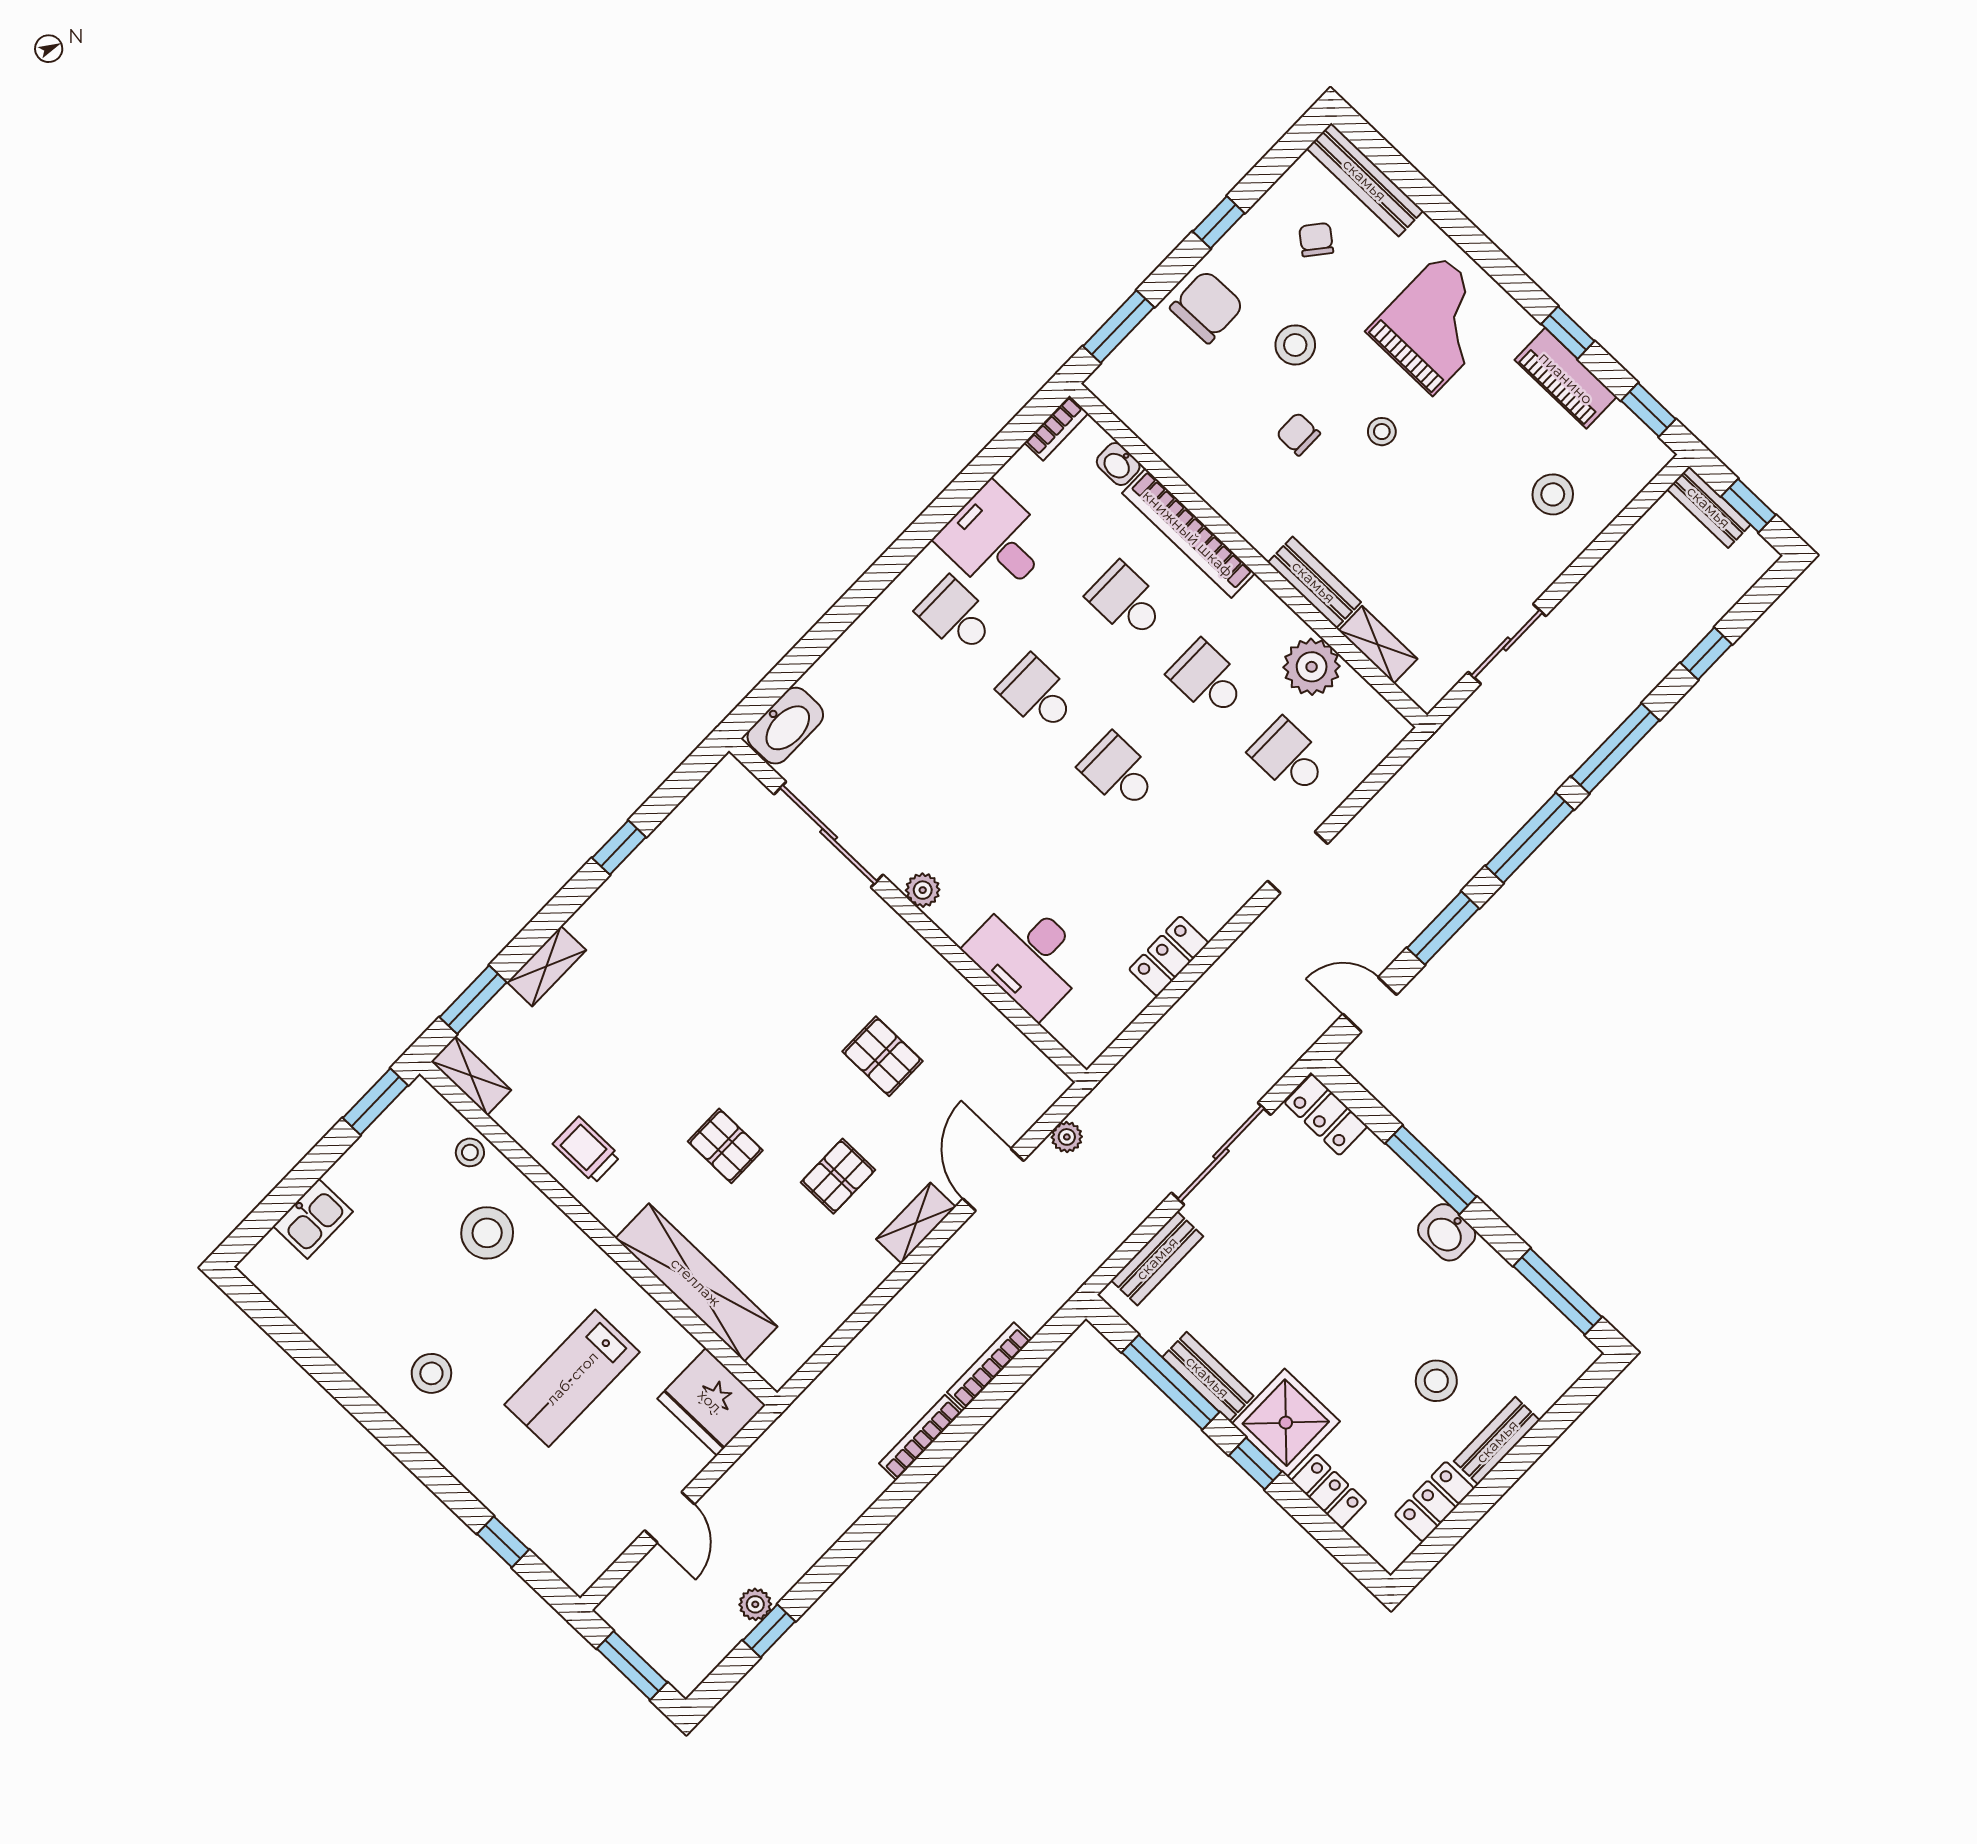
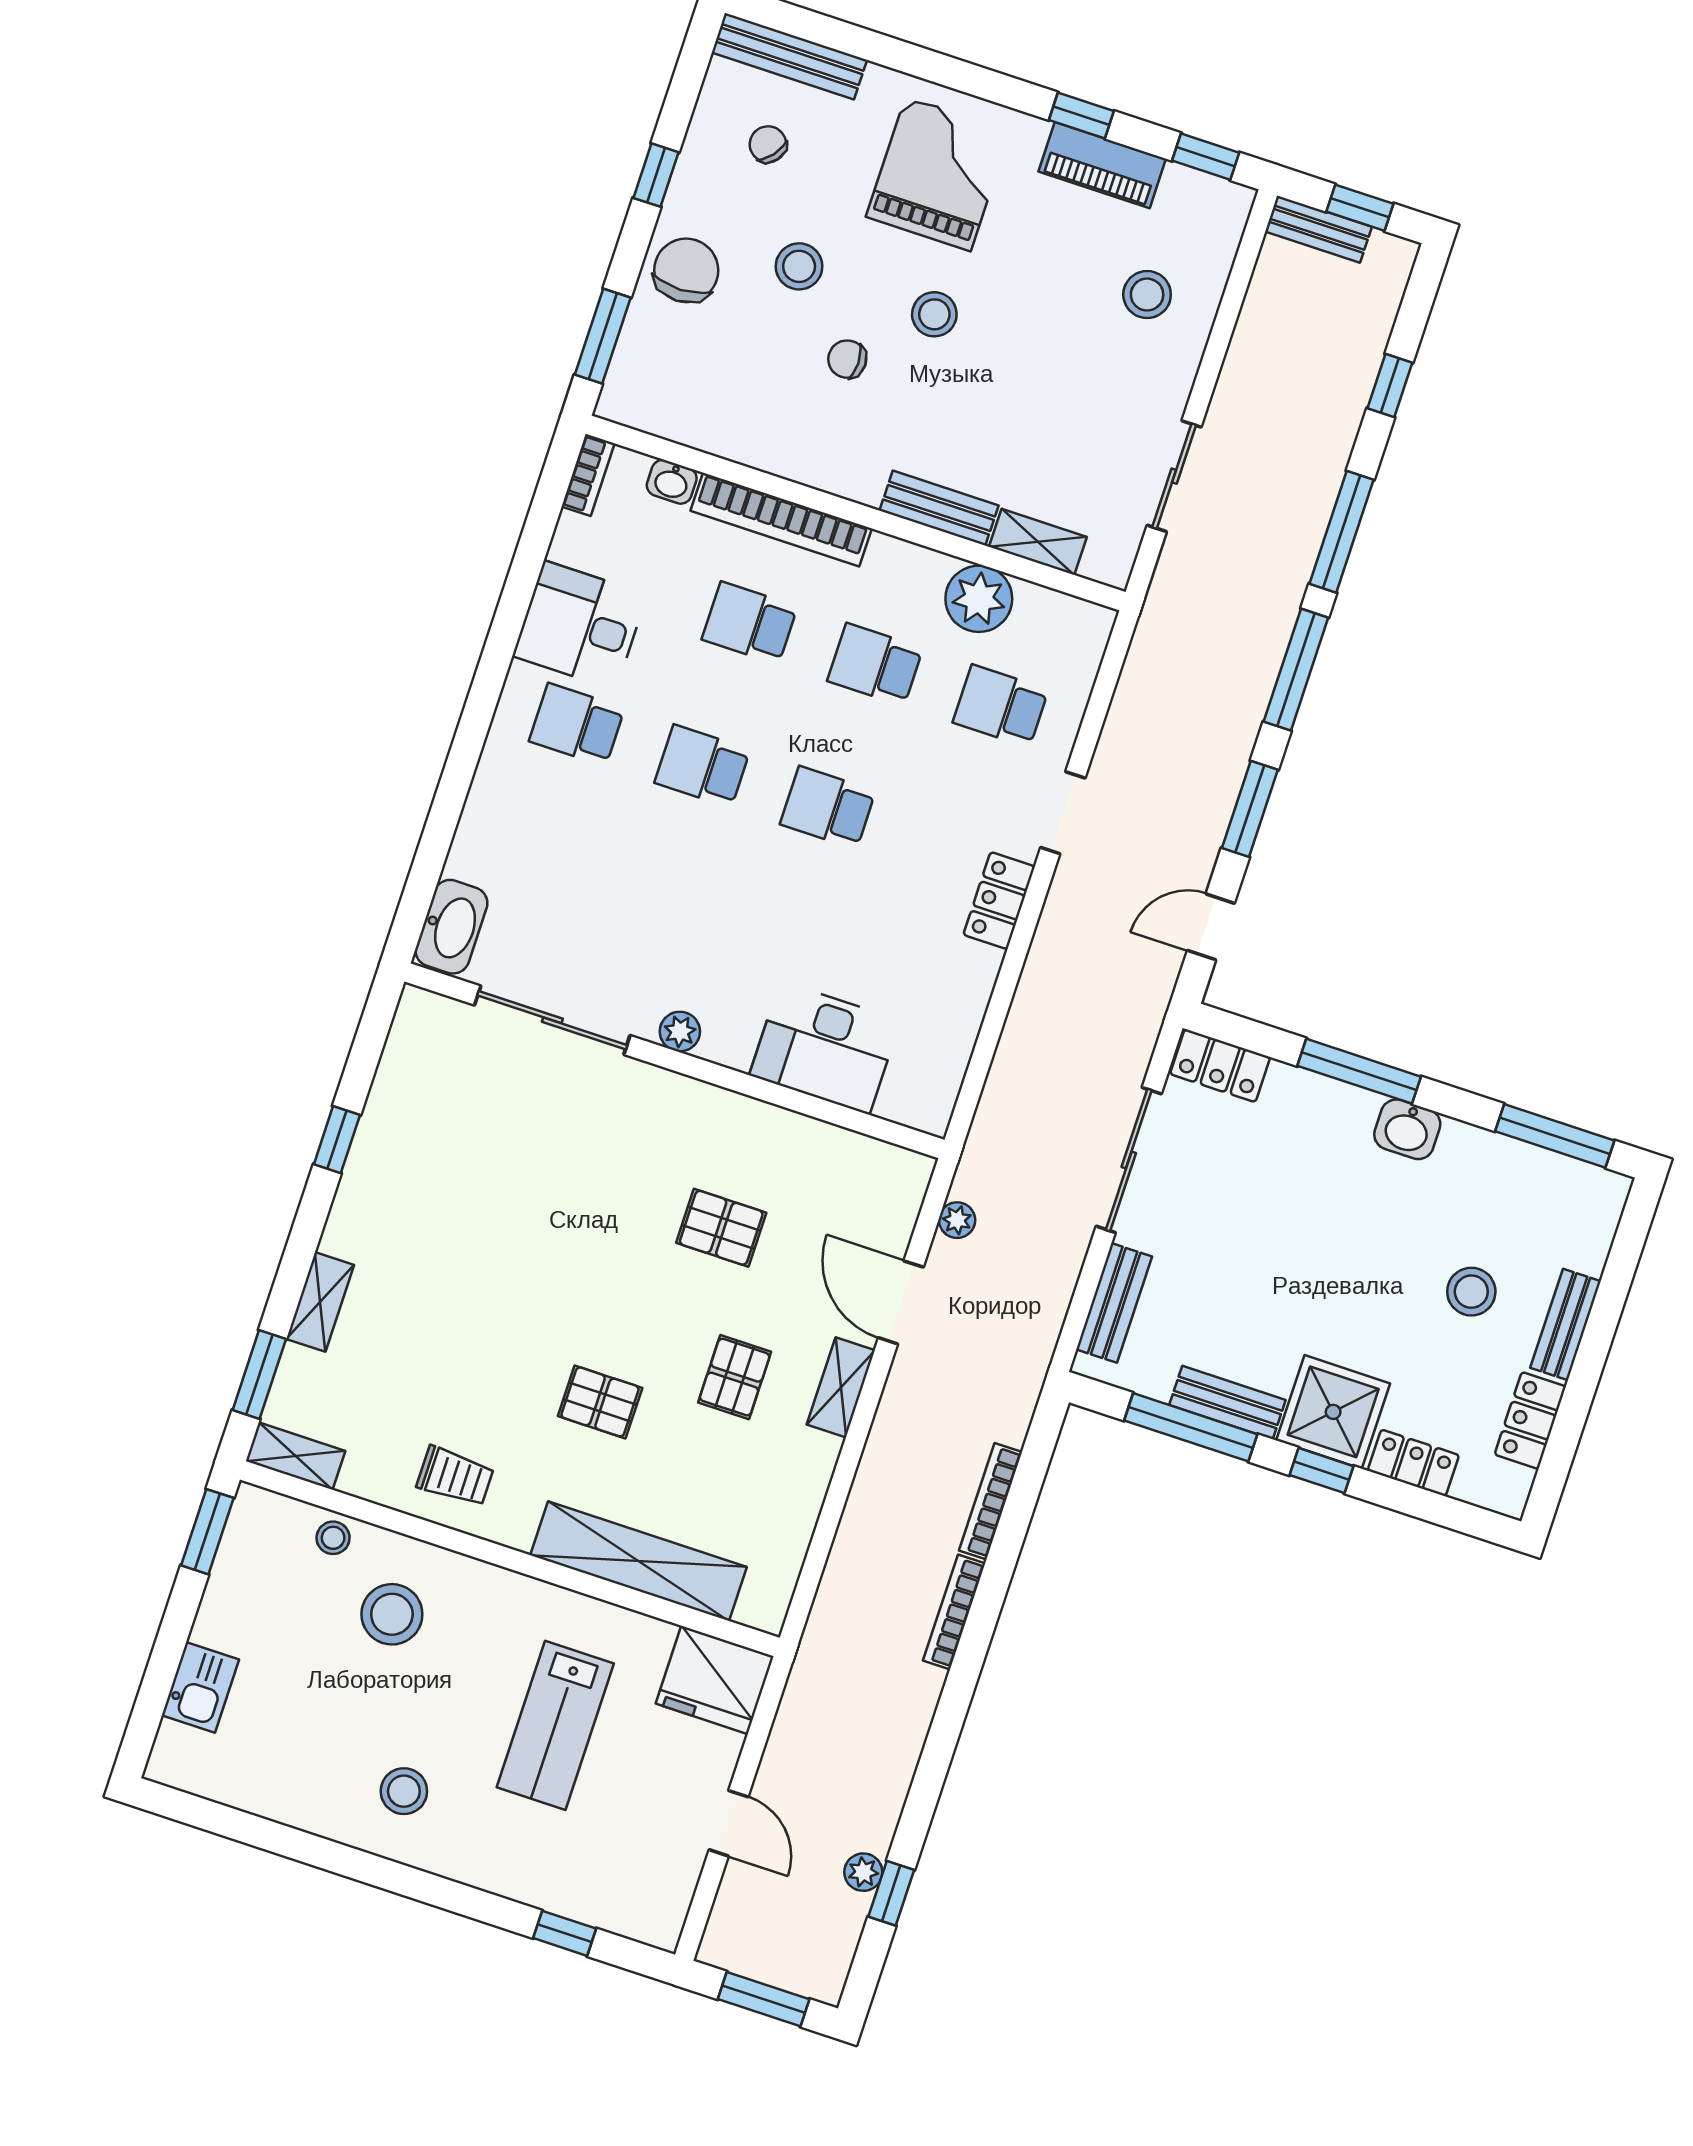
stool: (1382, 432) -> (934, 314), width x1.37, depth x1.37
locker: (1169, 956) -> (999, 901), moved
trolley: (586, 1150) -> (455, 1476), turned 180

